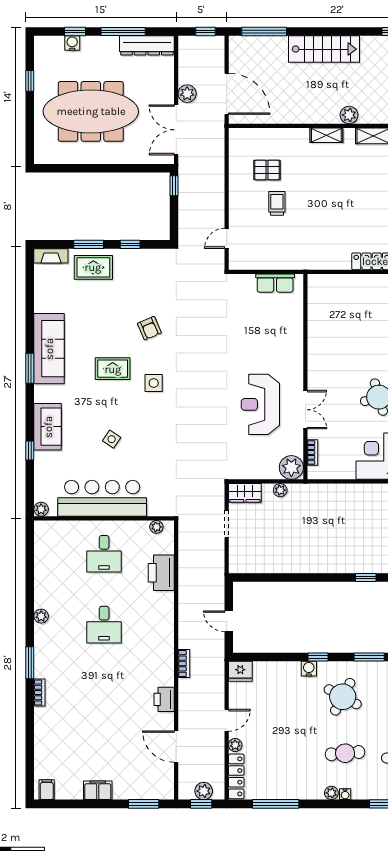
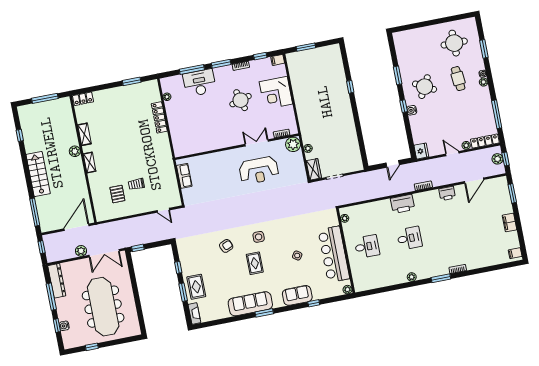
printer: (161, 573) -> (403, 204), moved

